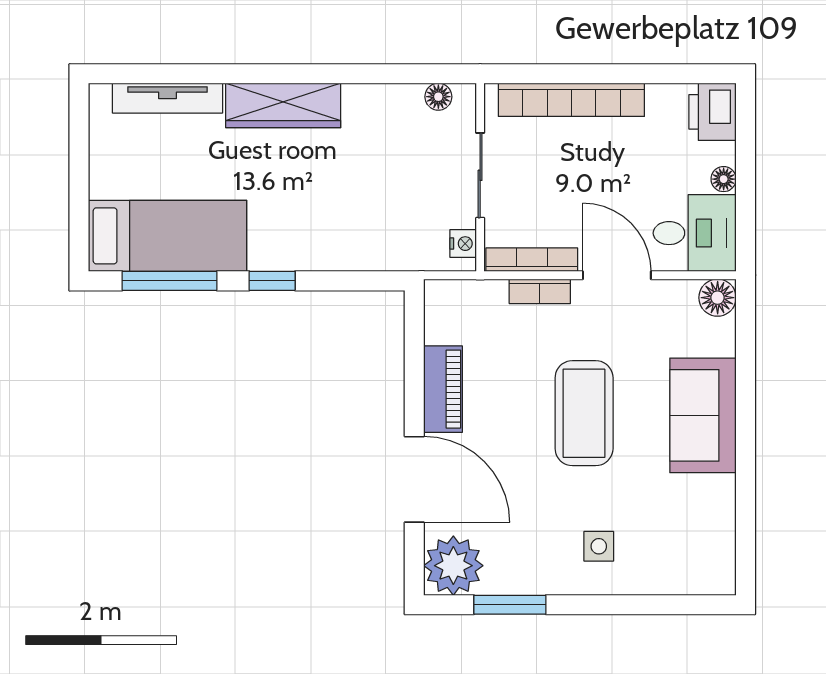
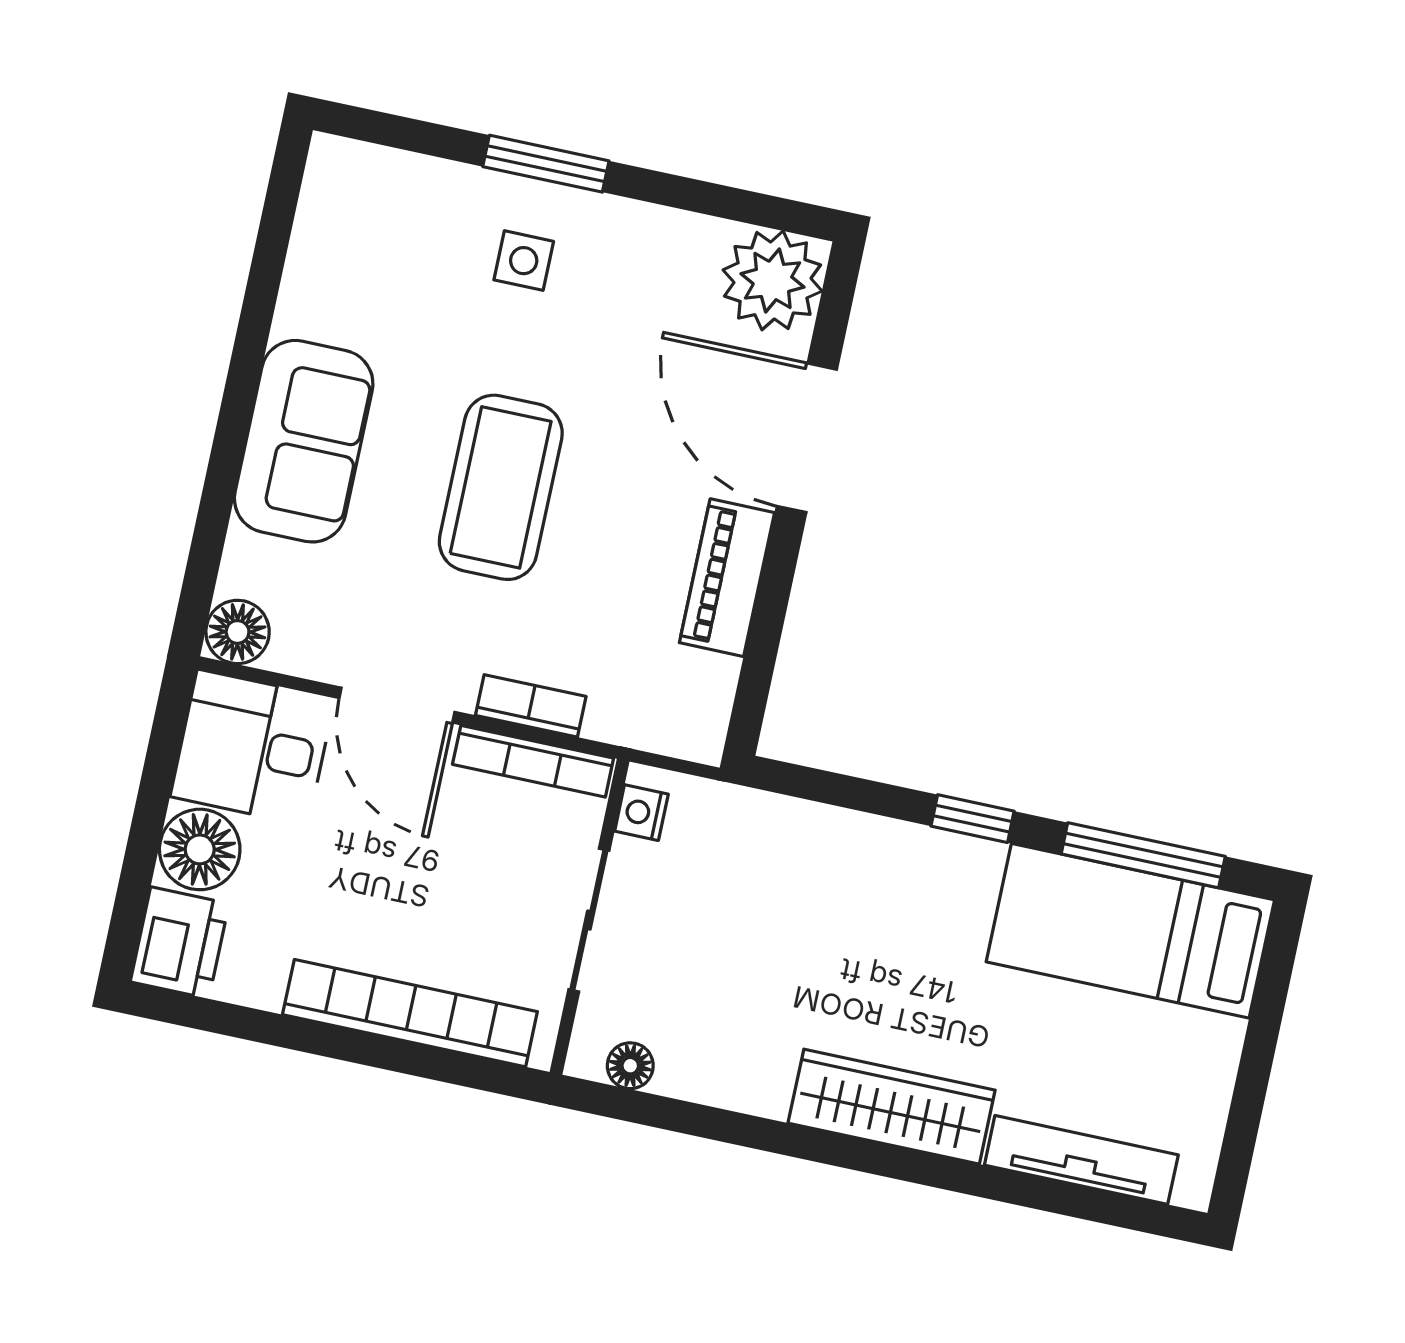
floor lamp: (724, 179) -> (200, 849), width x1.89, depth x1.89
window: (510, 605) -> (546, 164), moved

